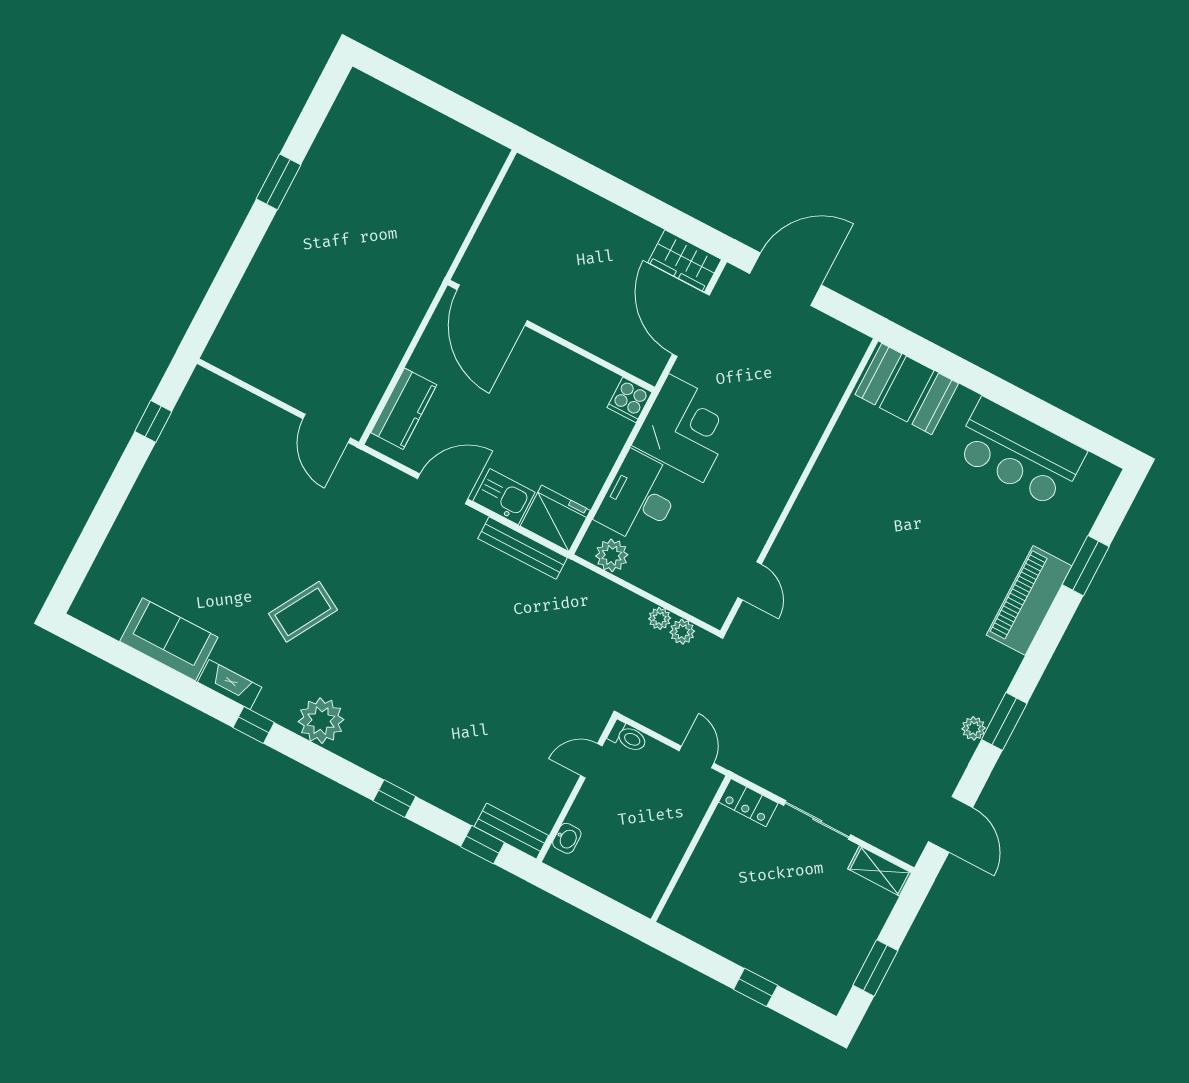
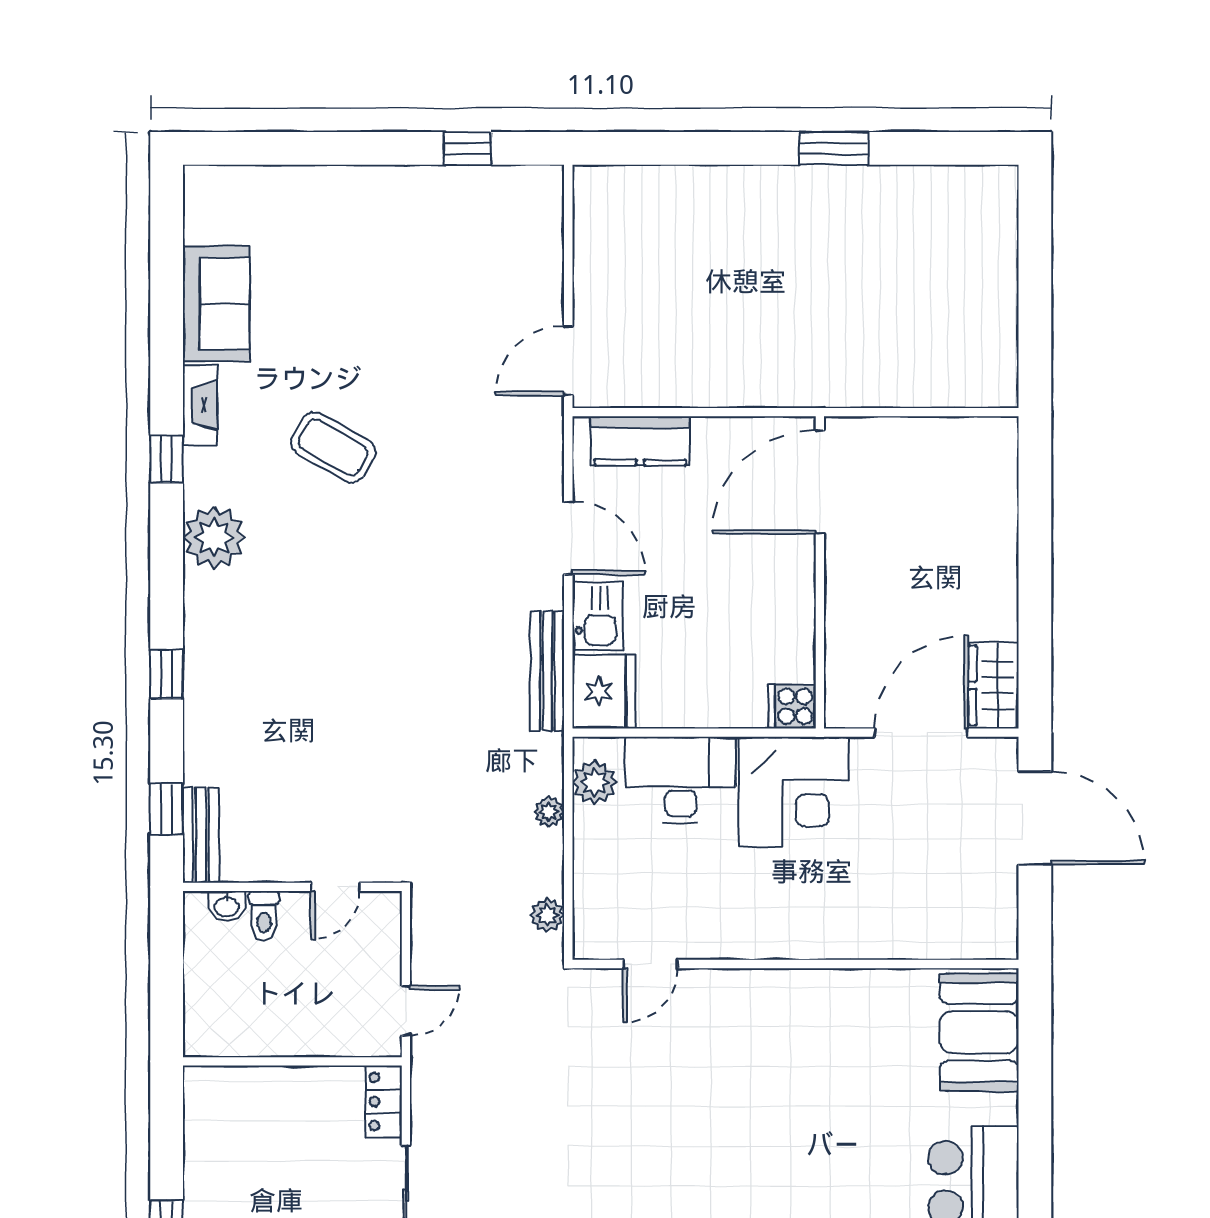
plant: (660, 618) -> (549, 812), moved
toilet: (628, 737) -> (264, 916), moved
door: (591, 761) -> (335, 887), swing flipped

